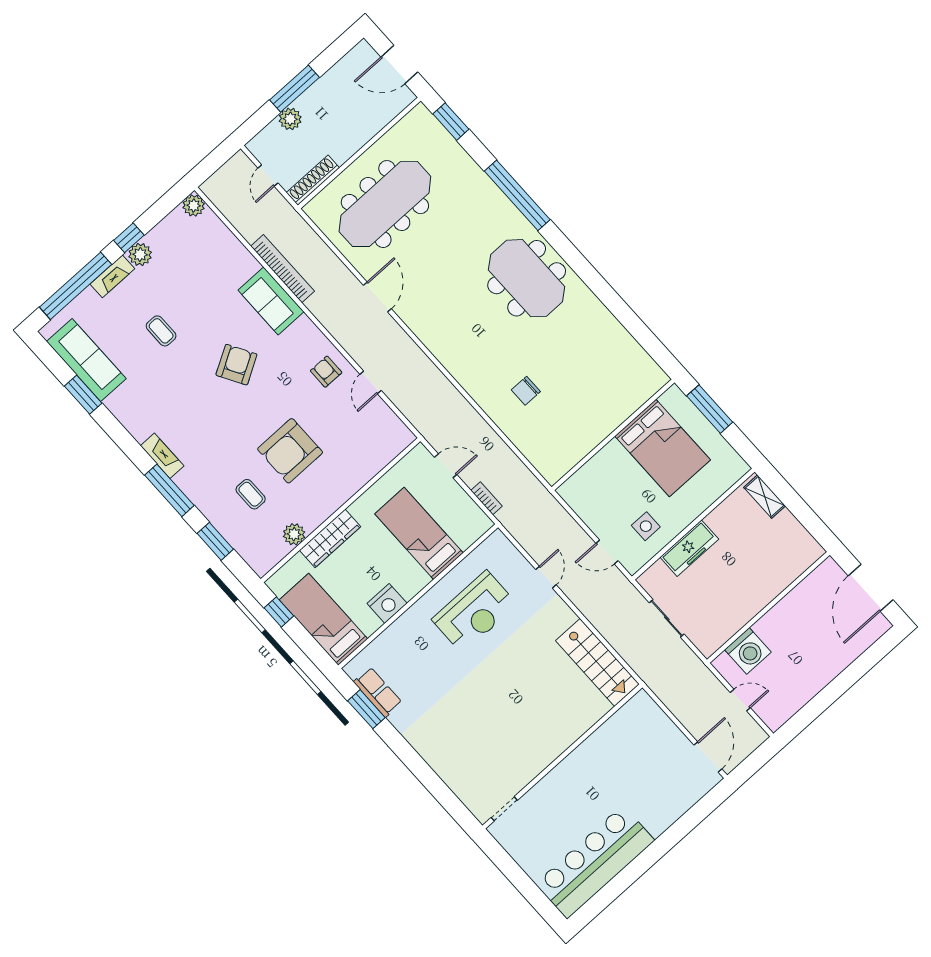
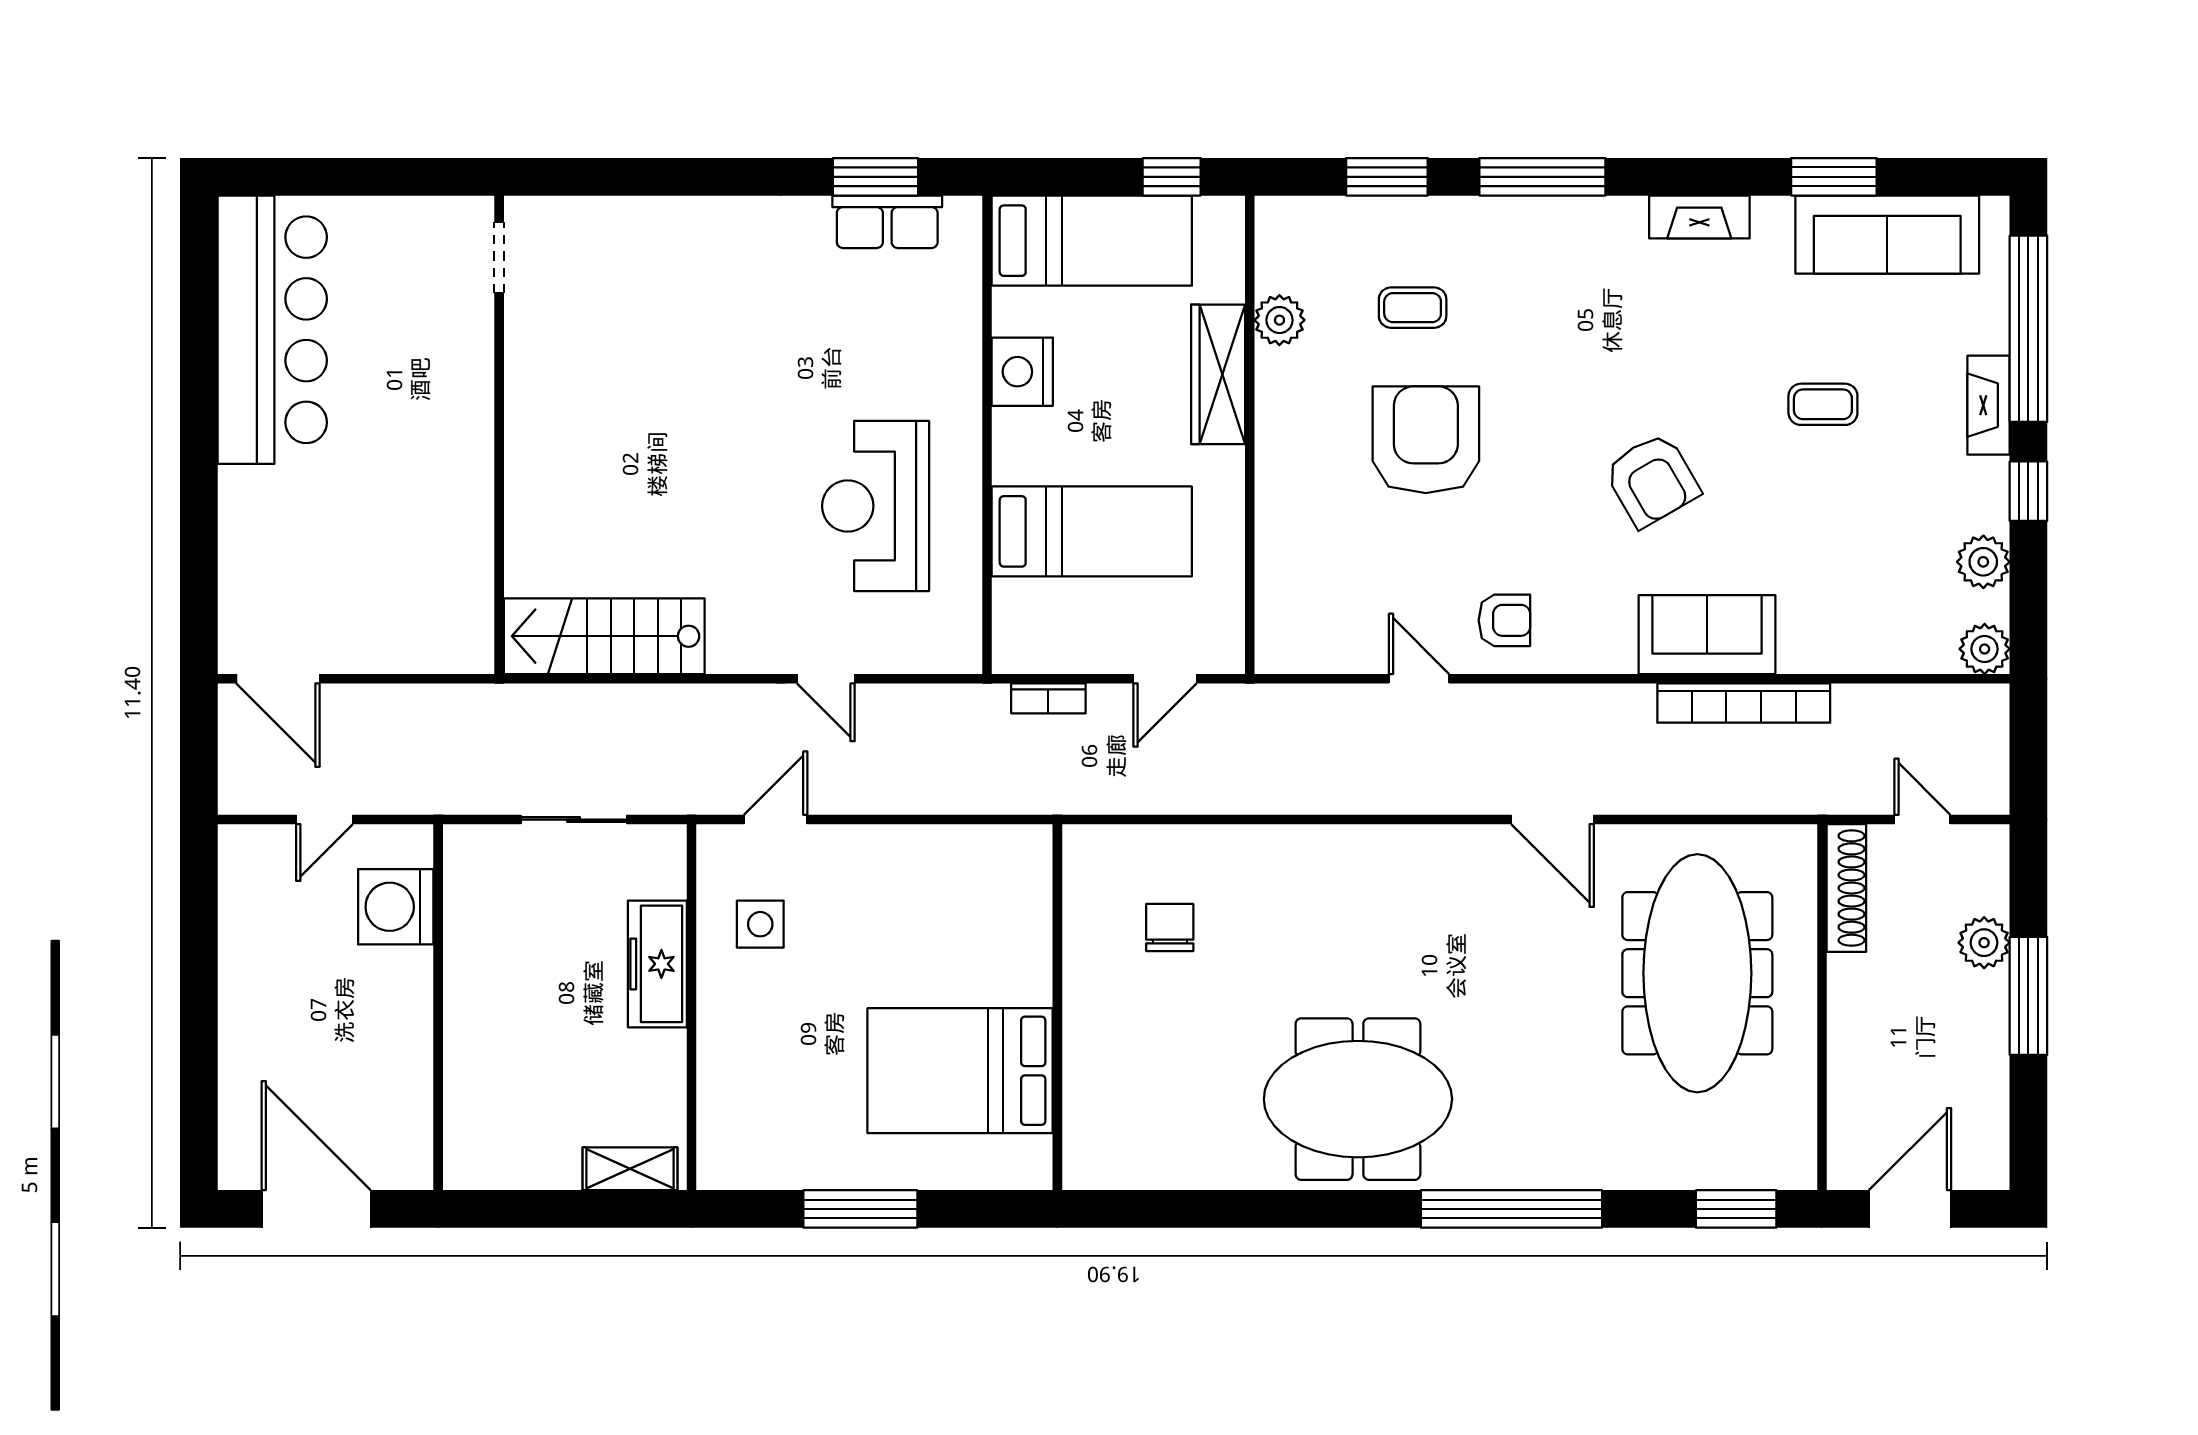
plant: (140, 255) -> (1983, 562), moved
wall: (613, 435) -> (1057, 1007), moved
bed: (663, 448) -> (960, 1071), moved
fireplace: (162, 456) -> (1699, 217), moved

